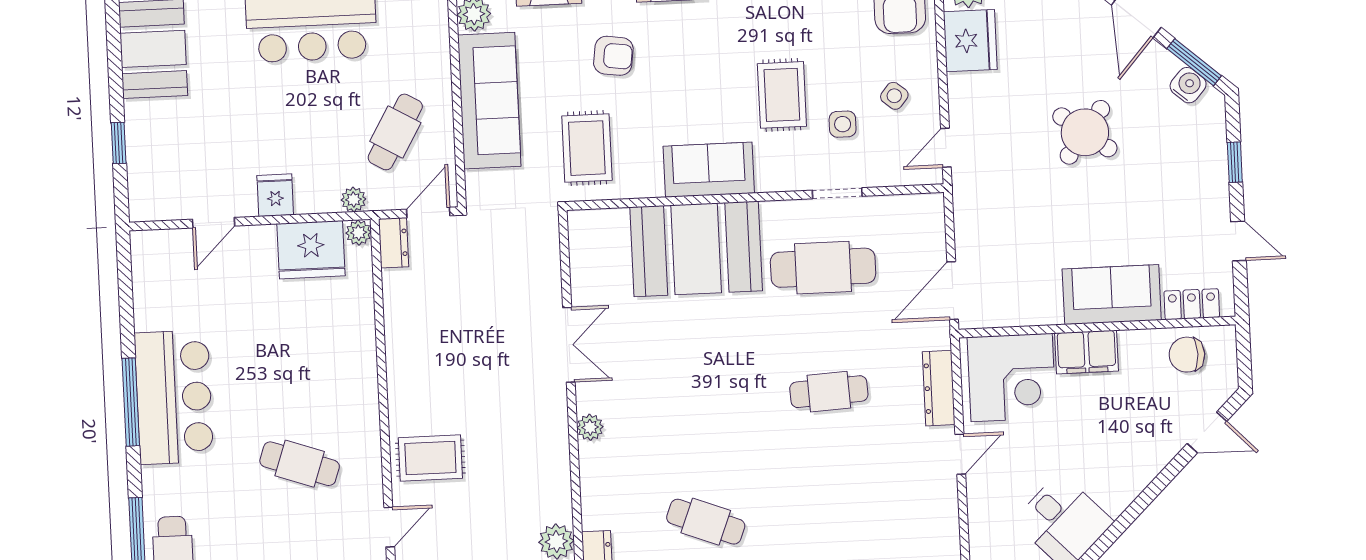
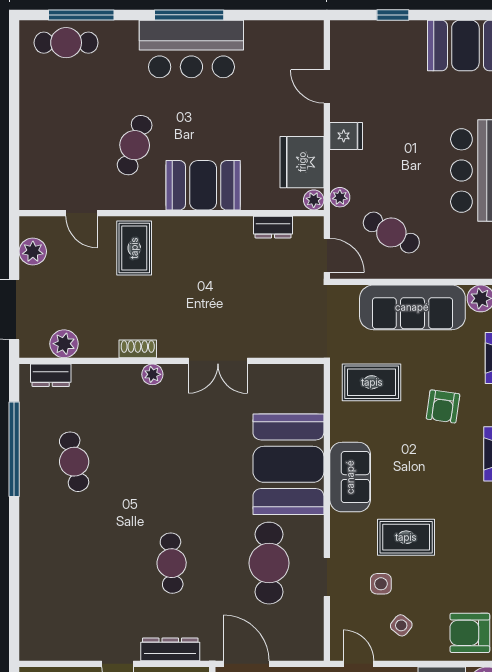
dresser: (394, 243) -> (273, 227), moved
booth: (347, 374) -> (203, 185), added
shoe rack: (558, 447) -> (138, 349), added
cafe table: (706, 522) -> (74, 462), turned -33

